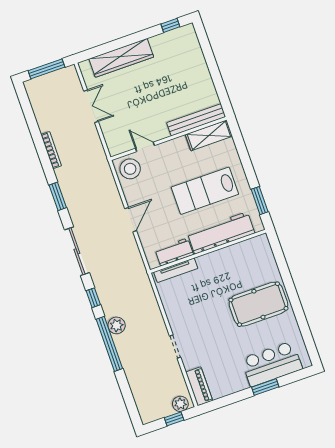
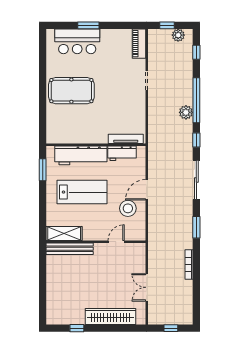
window: (170, 25) -> (77, 328), moved
window: (46, 69) -> (171, 328), width x0.46
door: (145, 147) -> (116, 242), swing flipped
stool: (130, 169) -> (128, 208), moved
window: (129, 400) -> (196, 52), added
plant: (180, 404) -> (178, 35), moved

